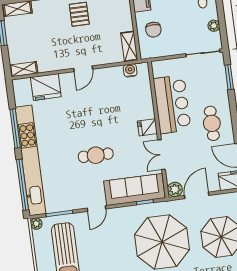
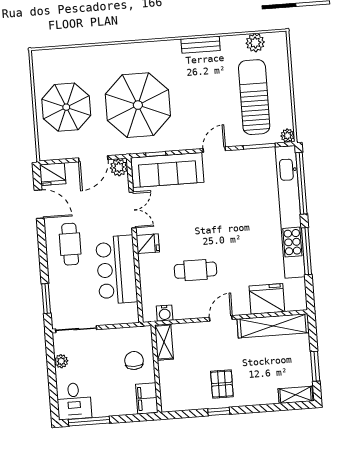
shelving: (24, 69) -> (273, 326), width x2.20, depth x1.33
cafe table: (96, 155) -> (195, 270), moved

